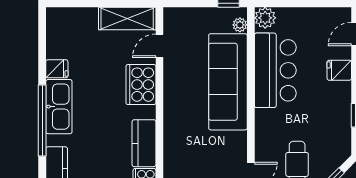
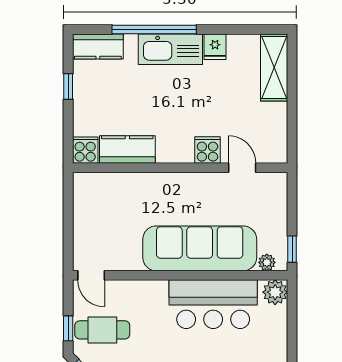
shelving: (127, 19) -> (274, 68), moved
cooker: (141, 85) -> (207, 150), width x0.53, depth x0.76

